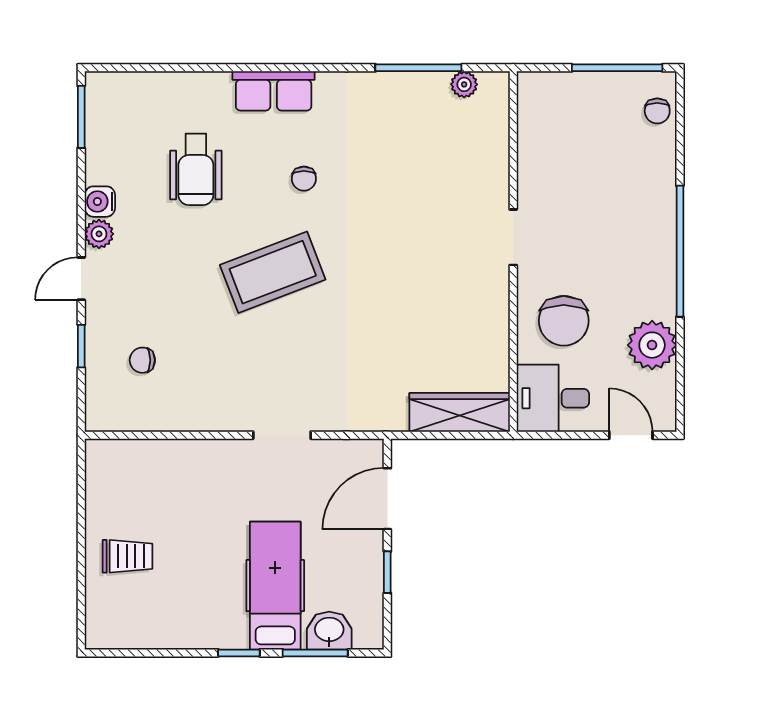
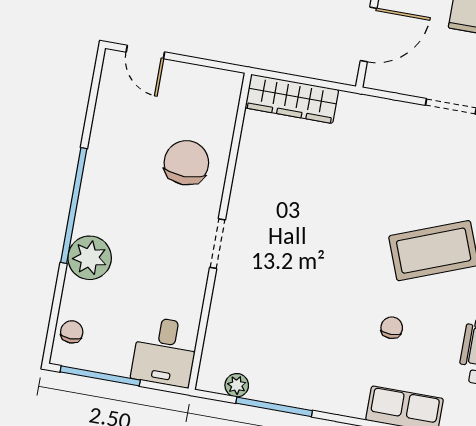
plant: (652, 345) -> (90, 258), moved
desk: (553, 398) -> (165, 352), moved, turned 90

